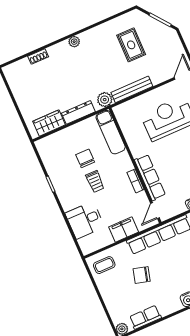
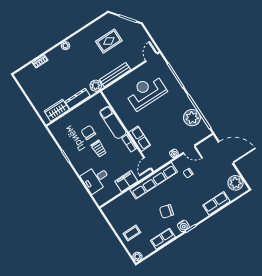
rug: (131, 45) -> (109, 41), turned 90
exam couch: (111, 132) -> (113, 122), moved
row of seats: (150, 177) -> (140, 139), width x0.68
coffee table: (104, 265) -> (132, 233), moved
chair: (142, 275) -> (167, 211), moved
row of seats: (145, 317) -> (163, 239), moved

